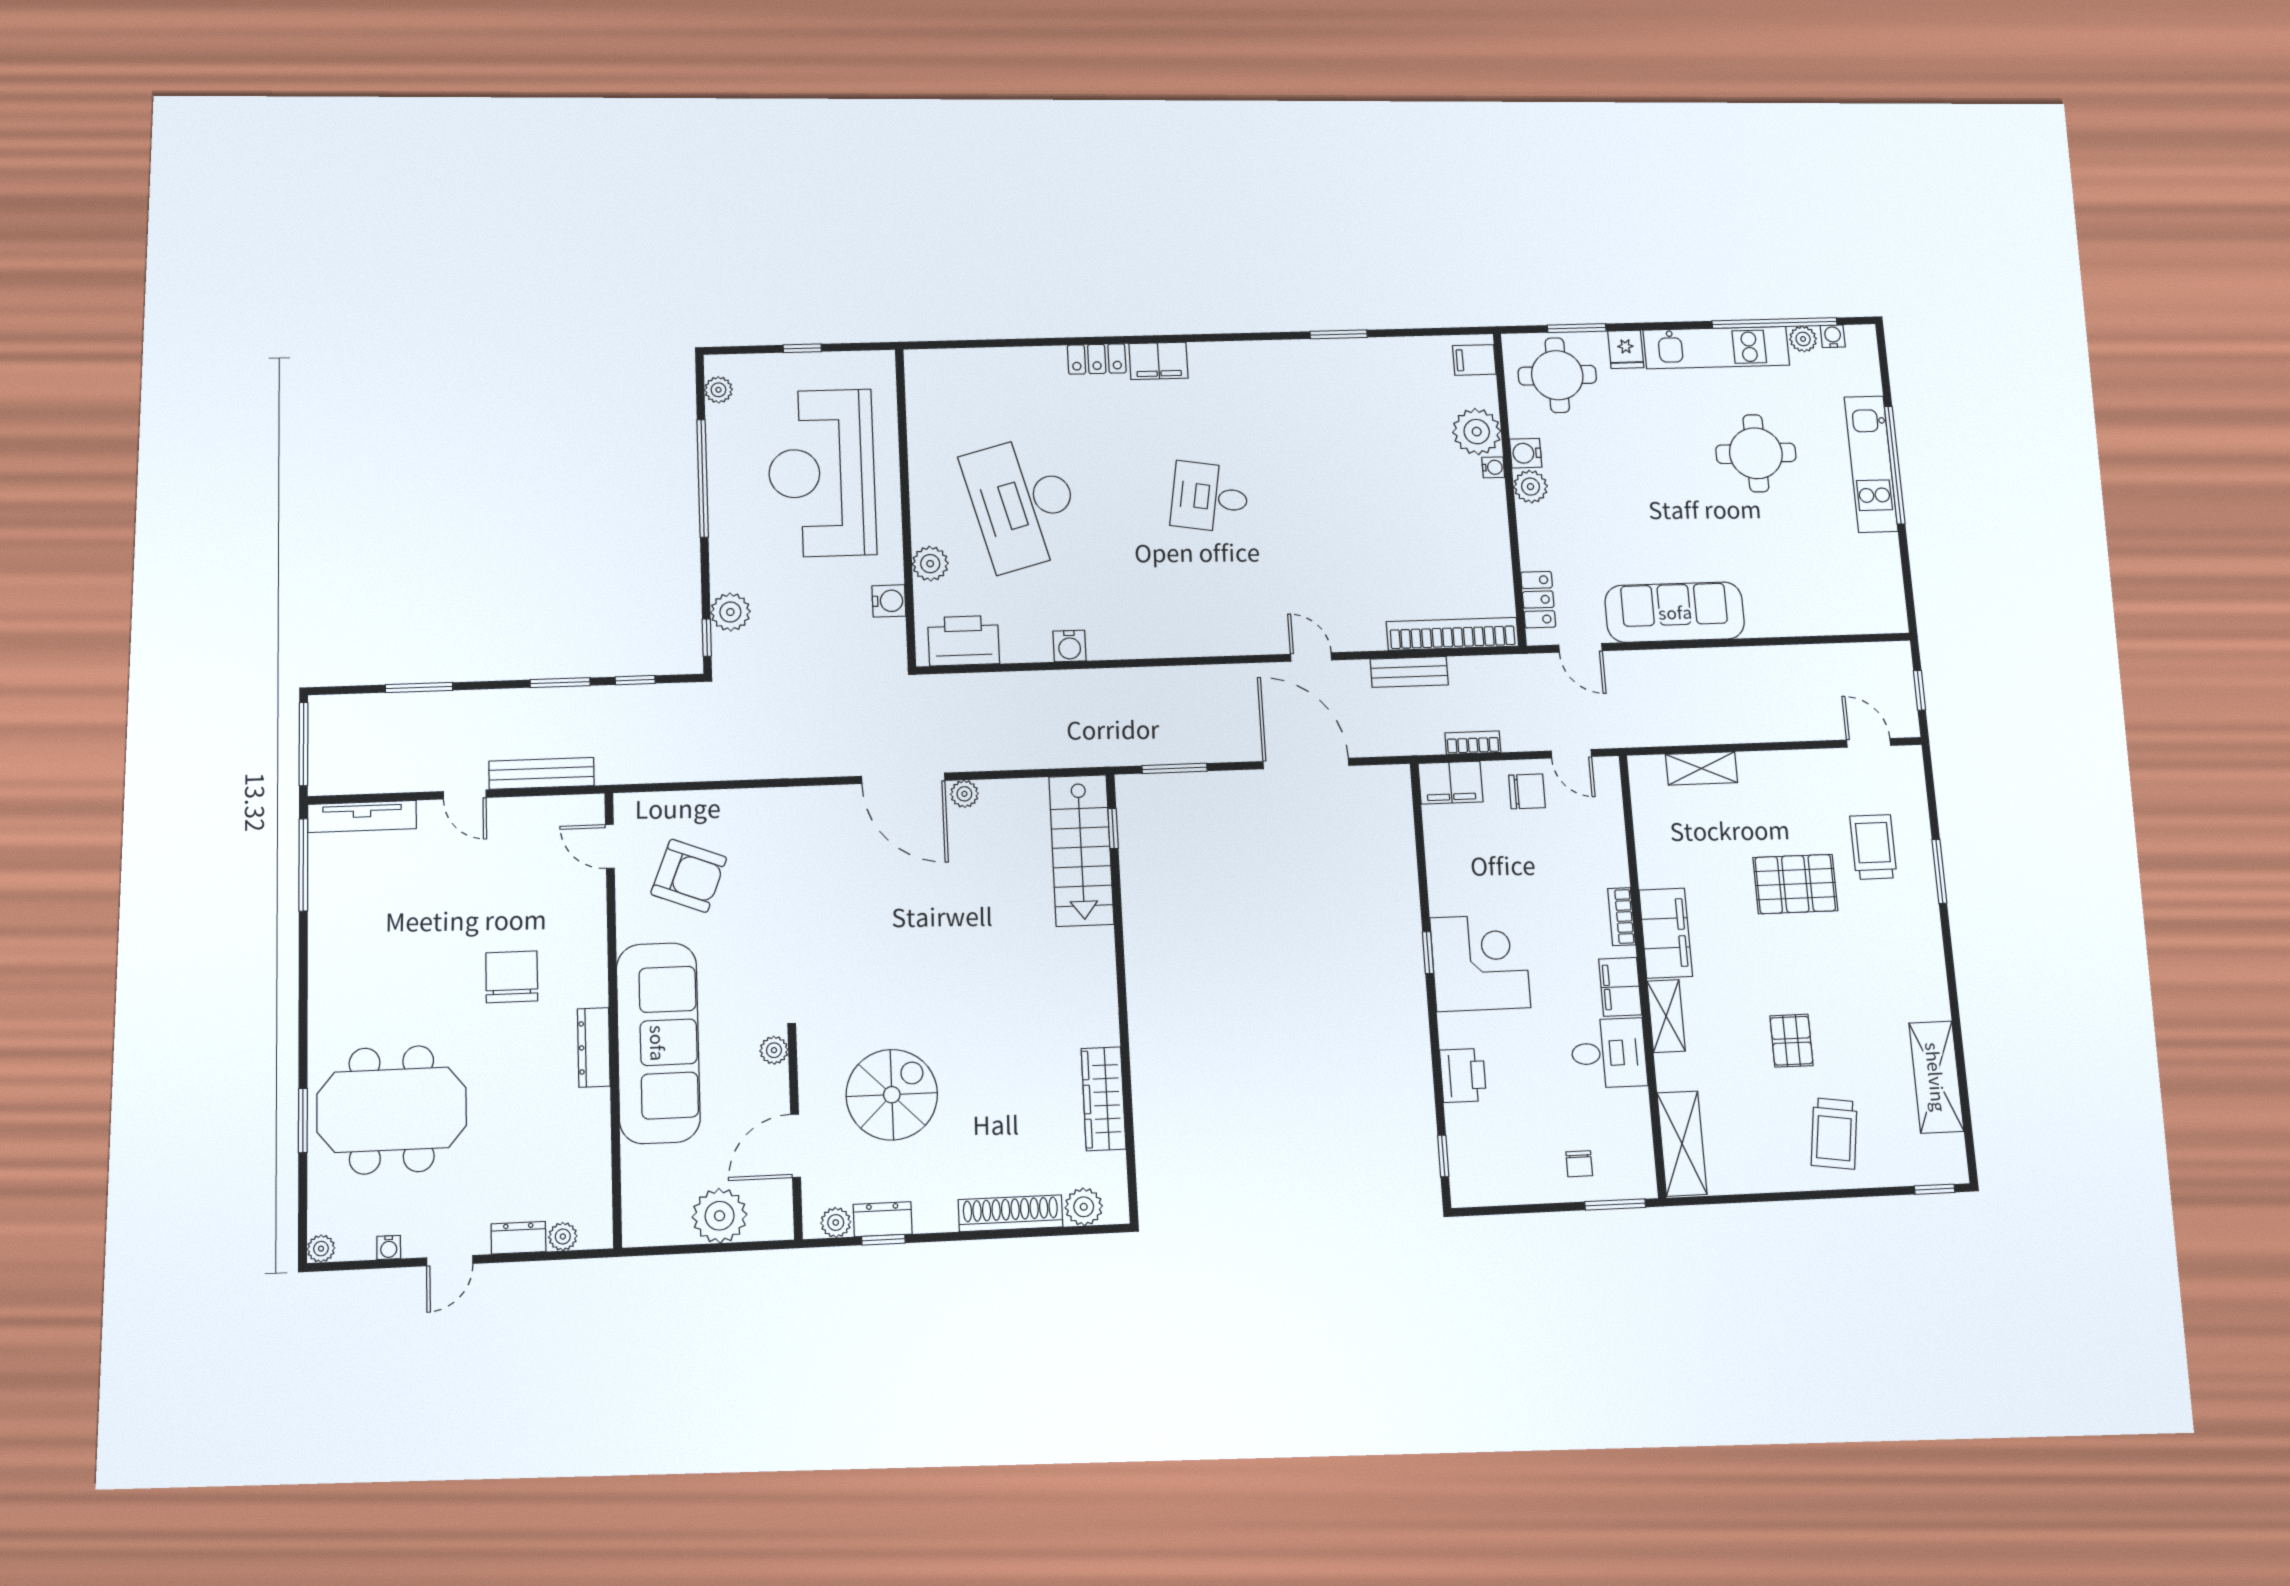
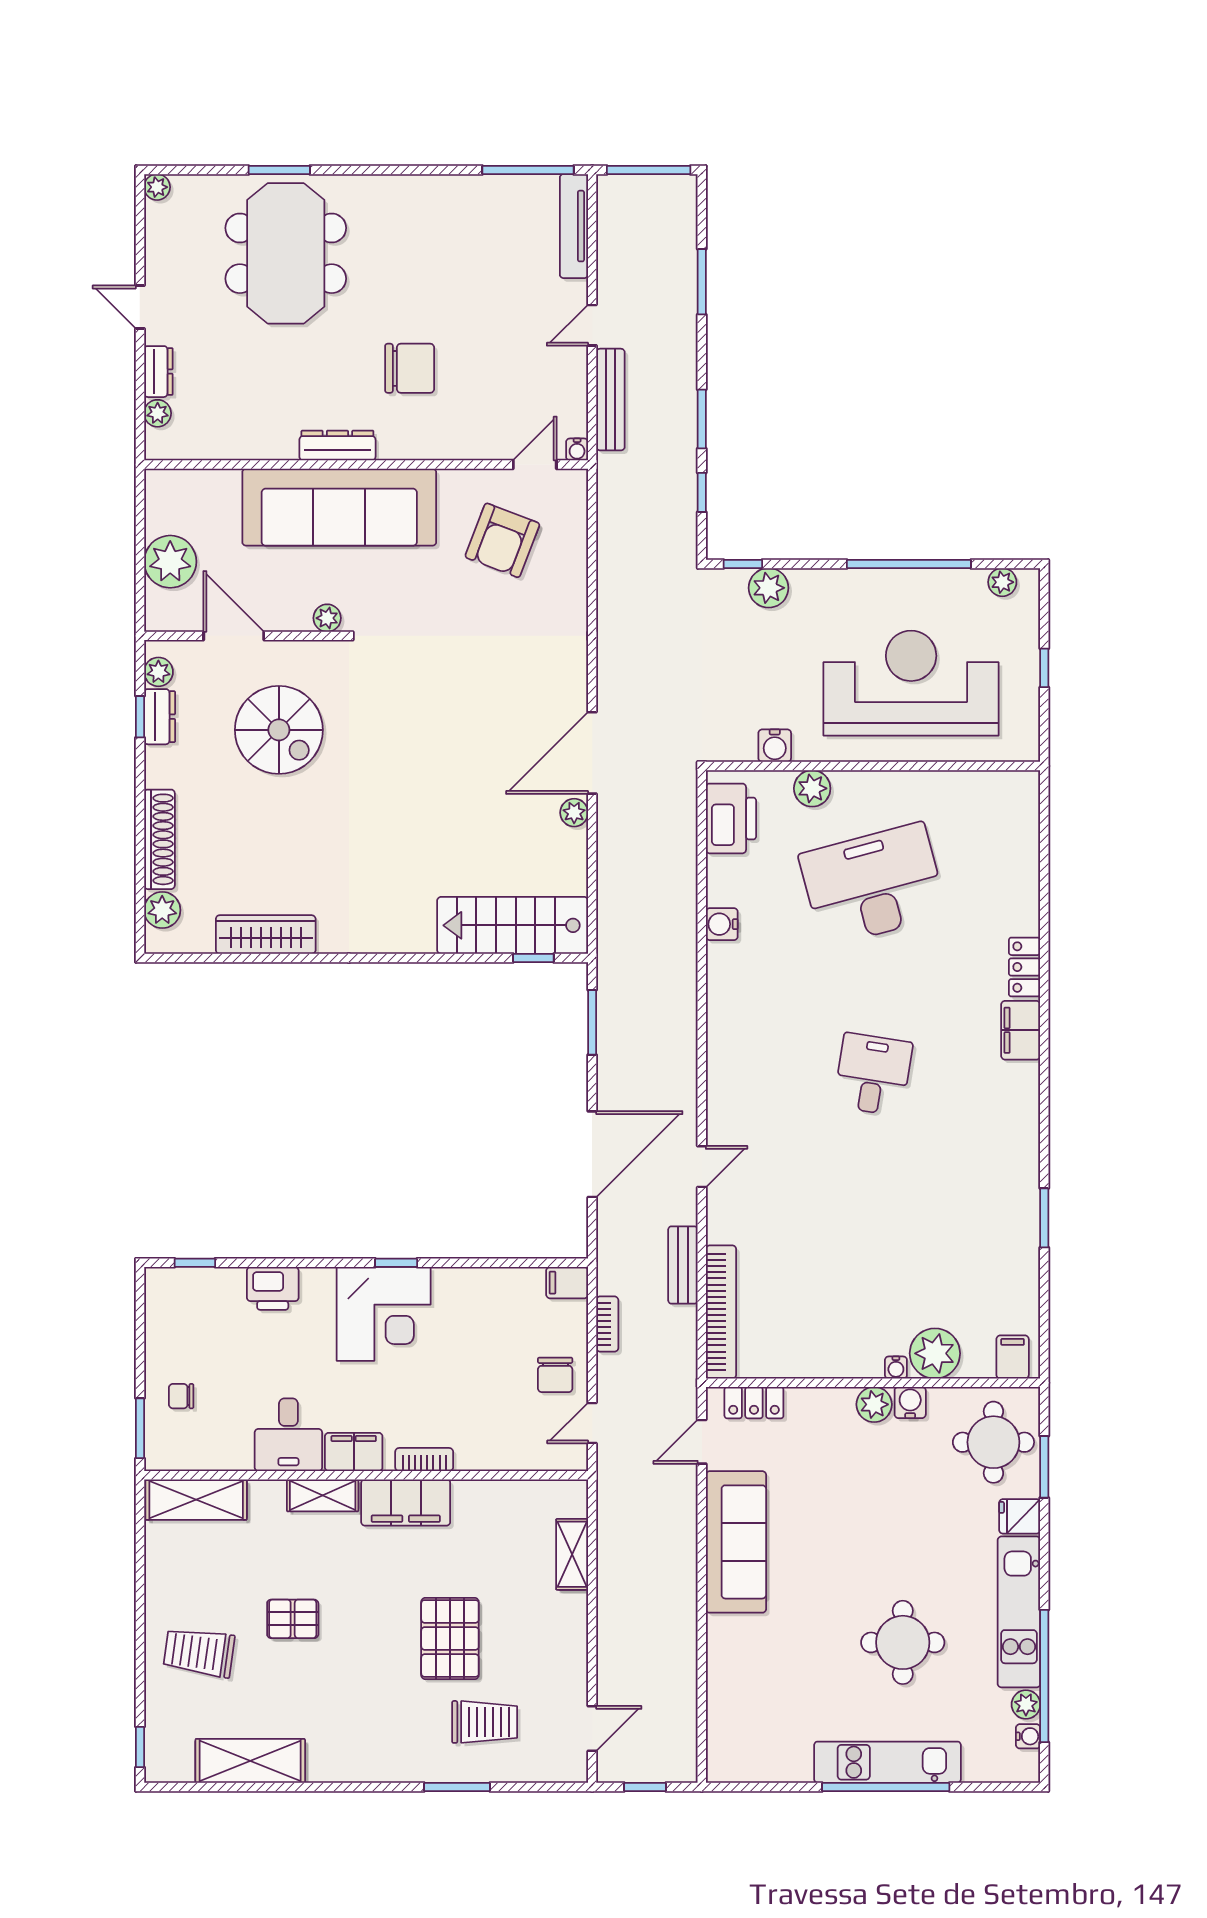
filing cabinet: (1451, 783) -> (567, 1283), width x0.50
water cooler: (389, 1248) -> (577, 449), moved, turned -90

